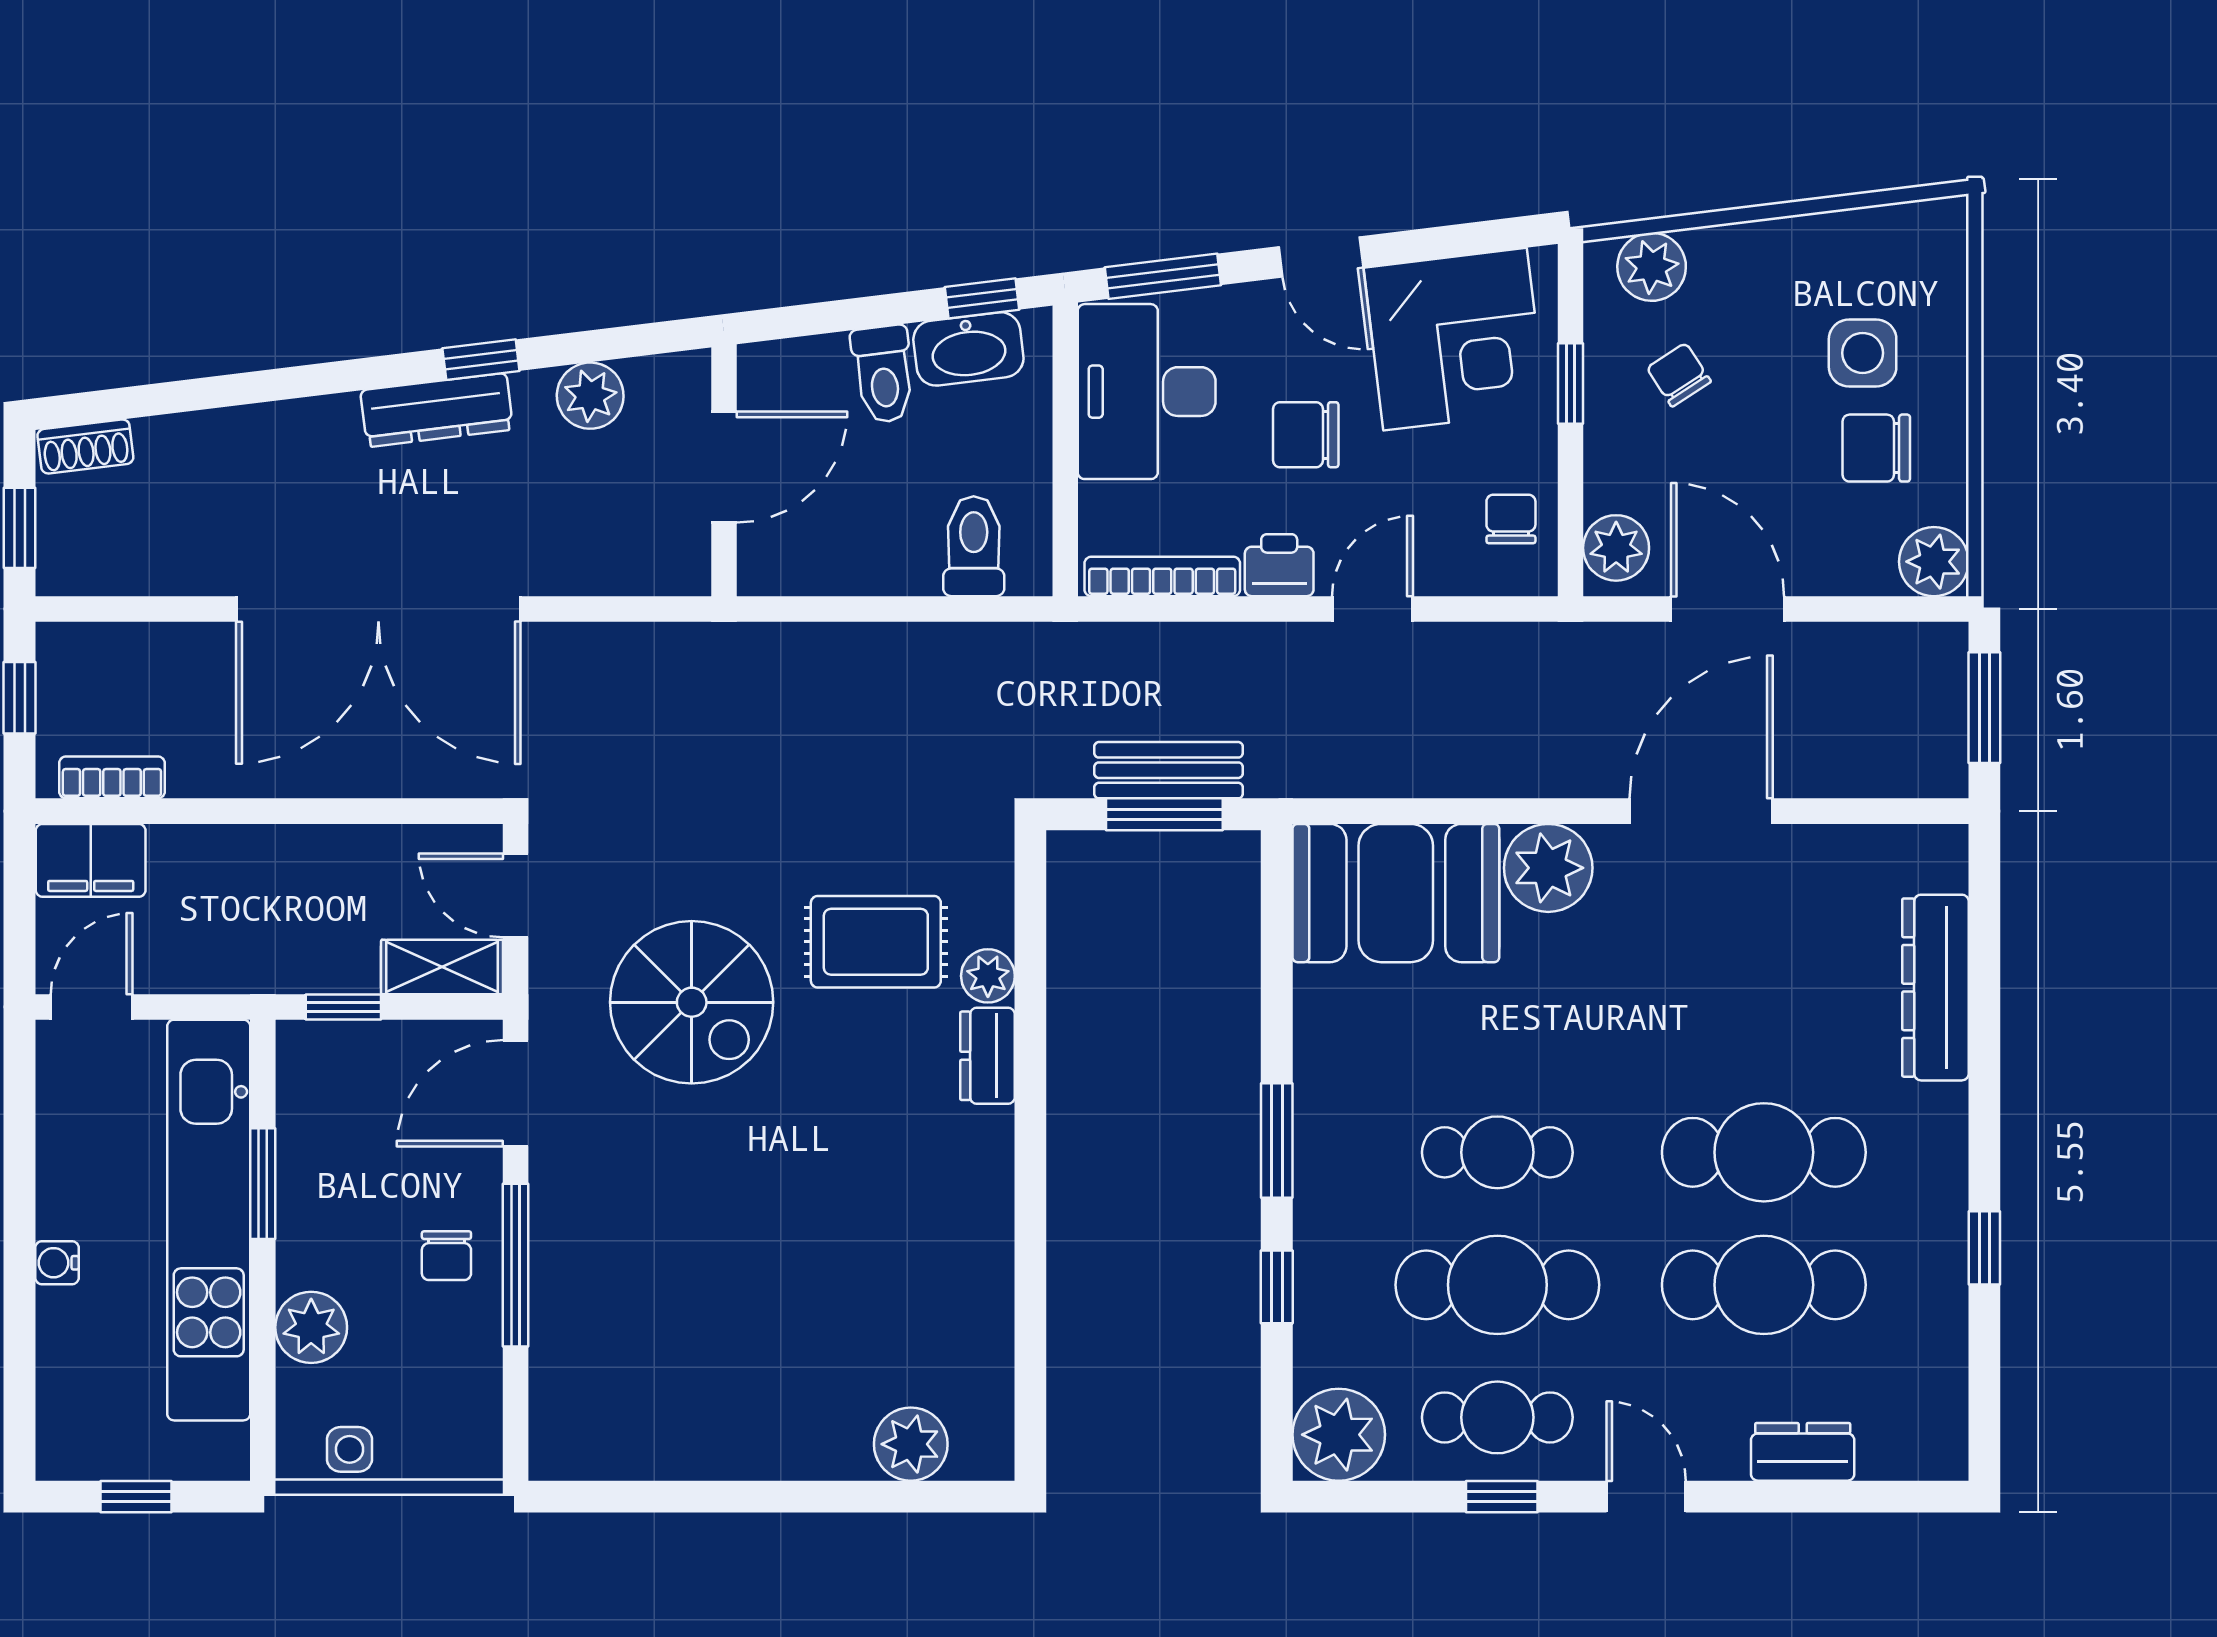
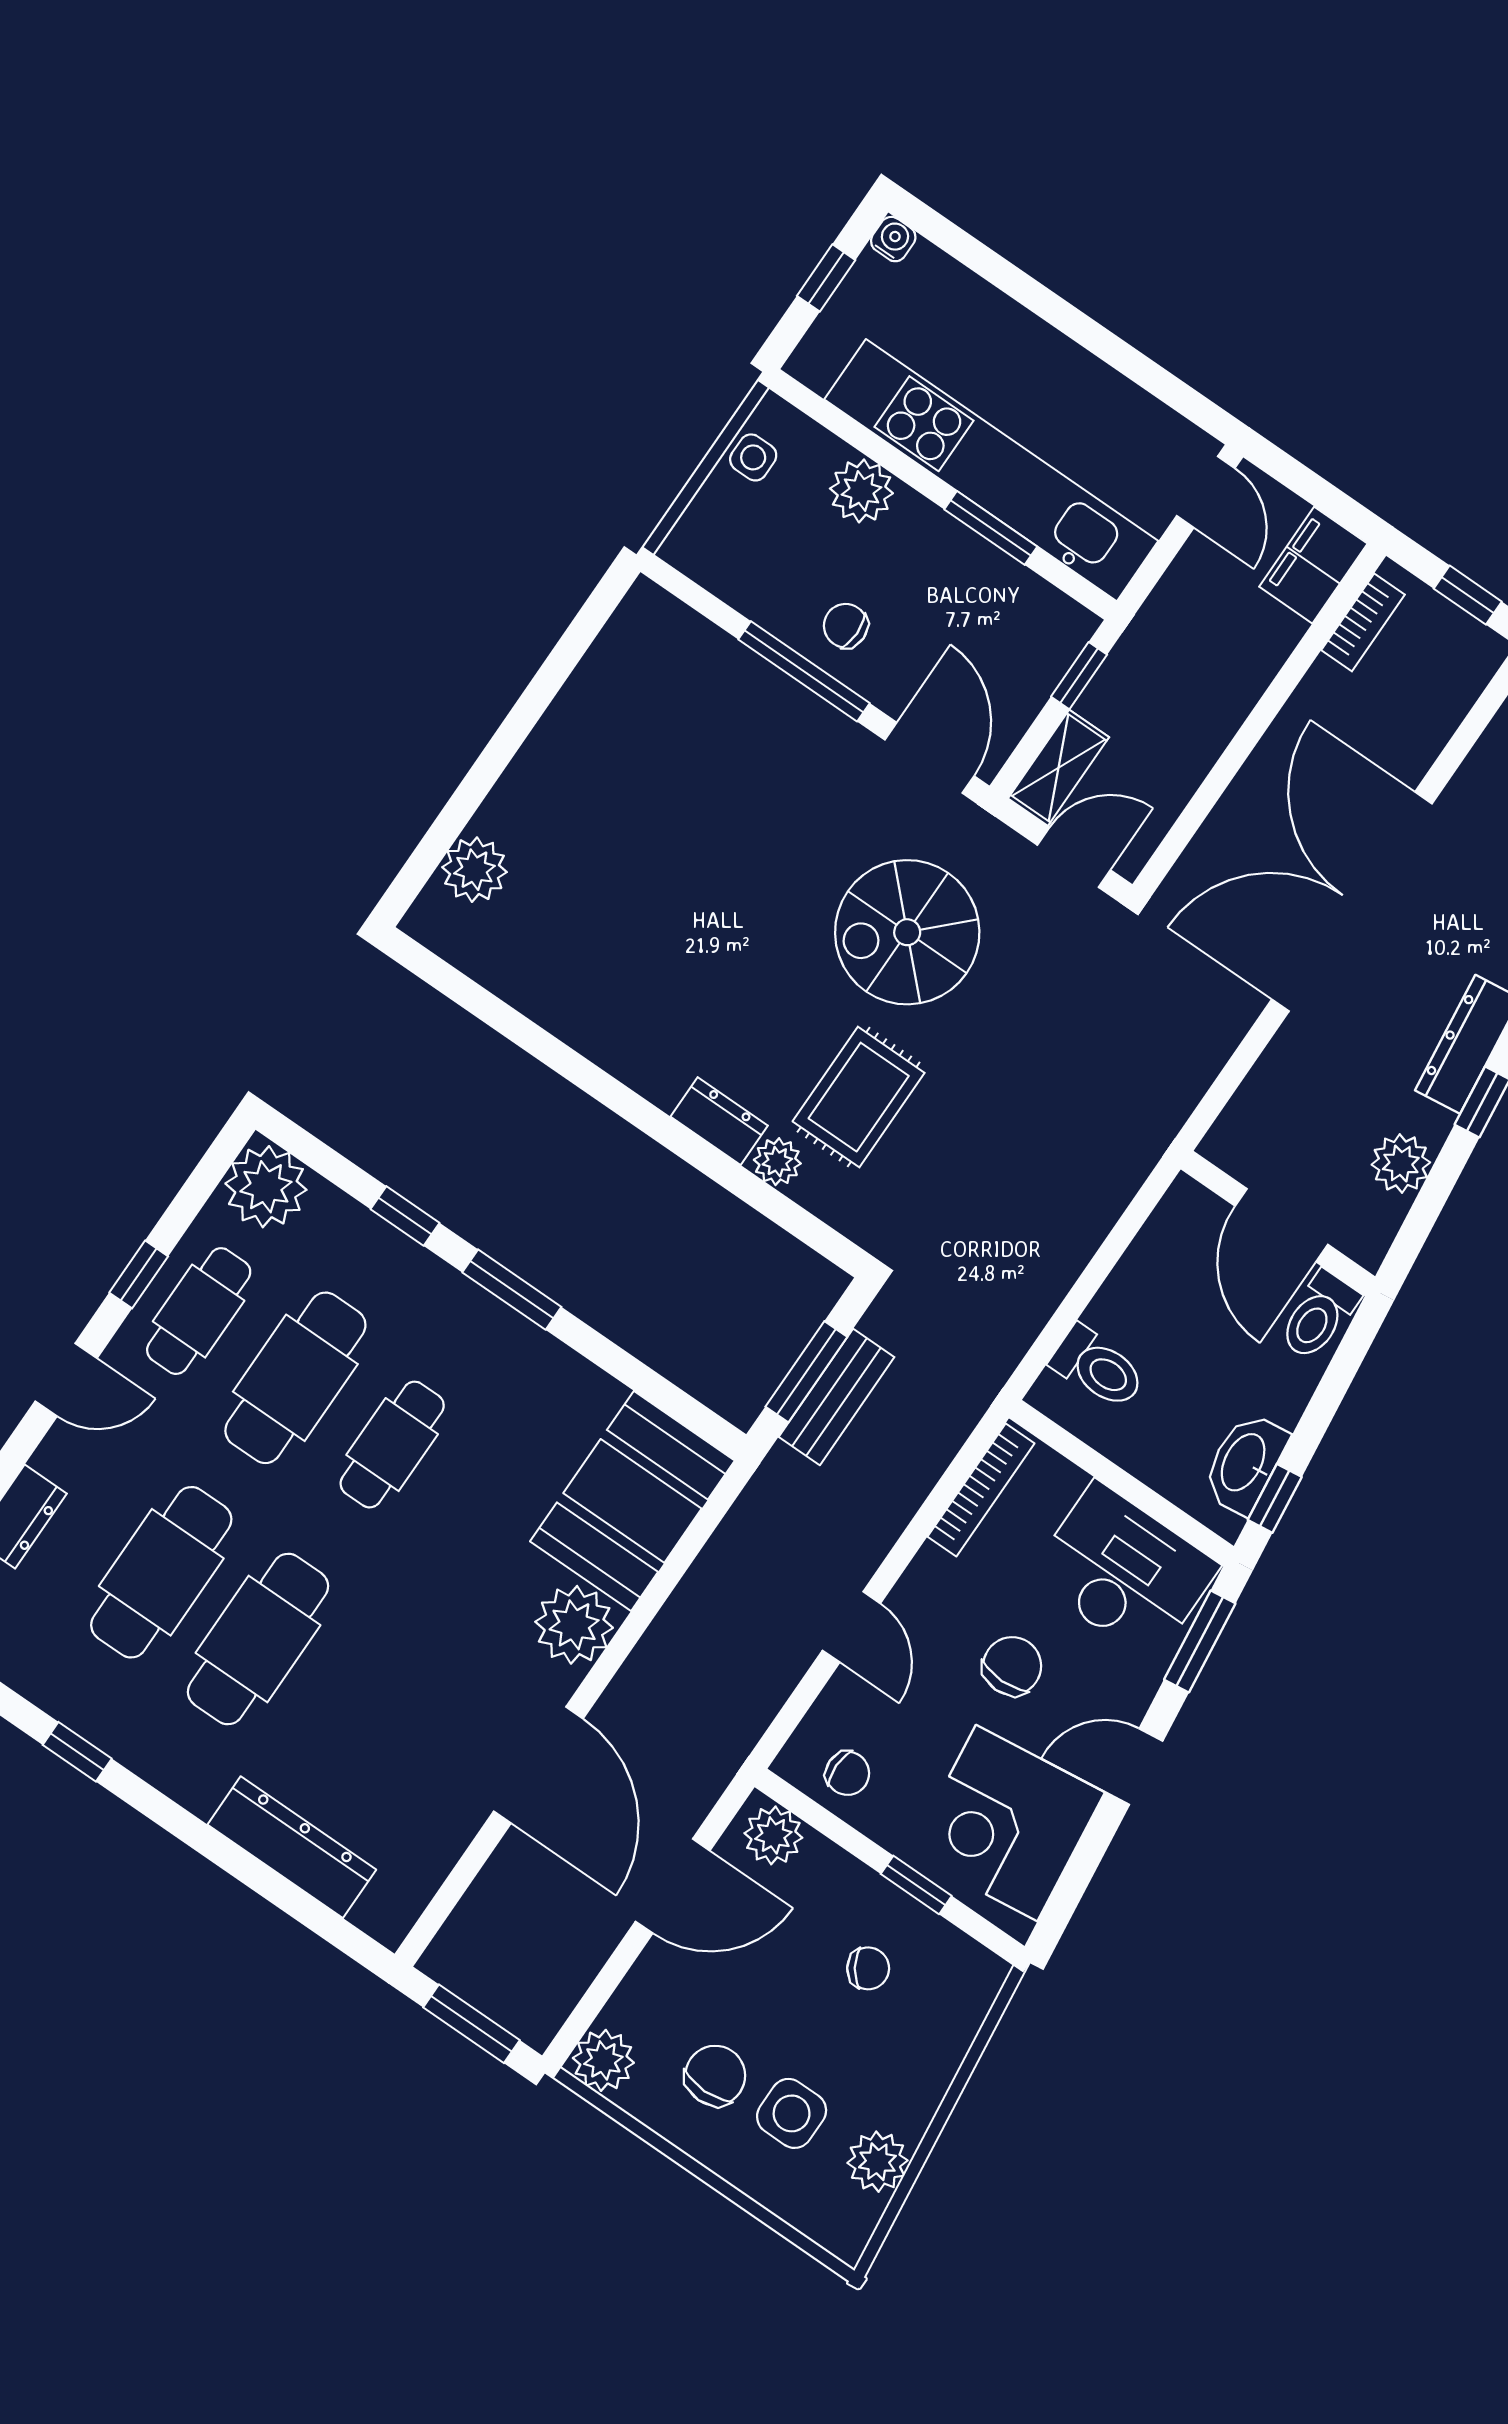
plant: (1652, 267) -> (877, 2162), moved
toilet: (883, 374) -> (1319, 1316), moved, turned -83
printer: (1279, 565) -> (930, 1581), removed
water cooler: (57, 1263) -> (893, 239), moved

